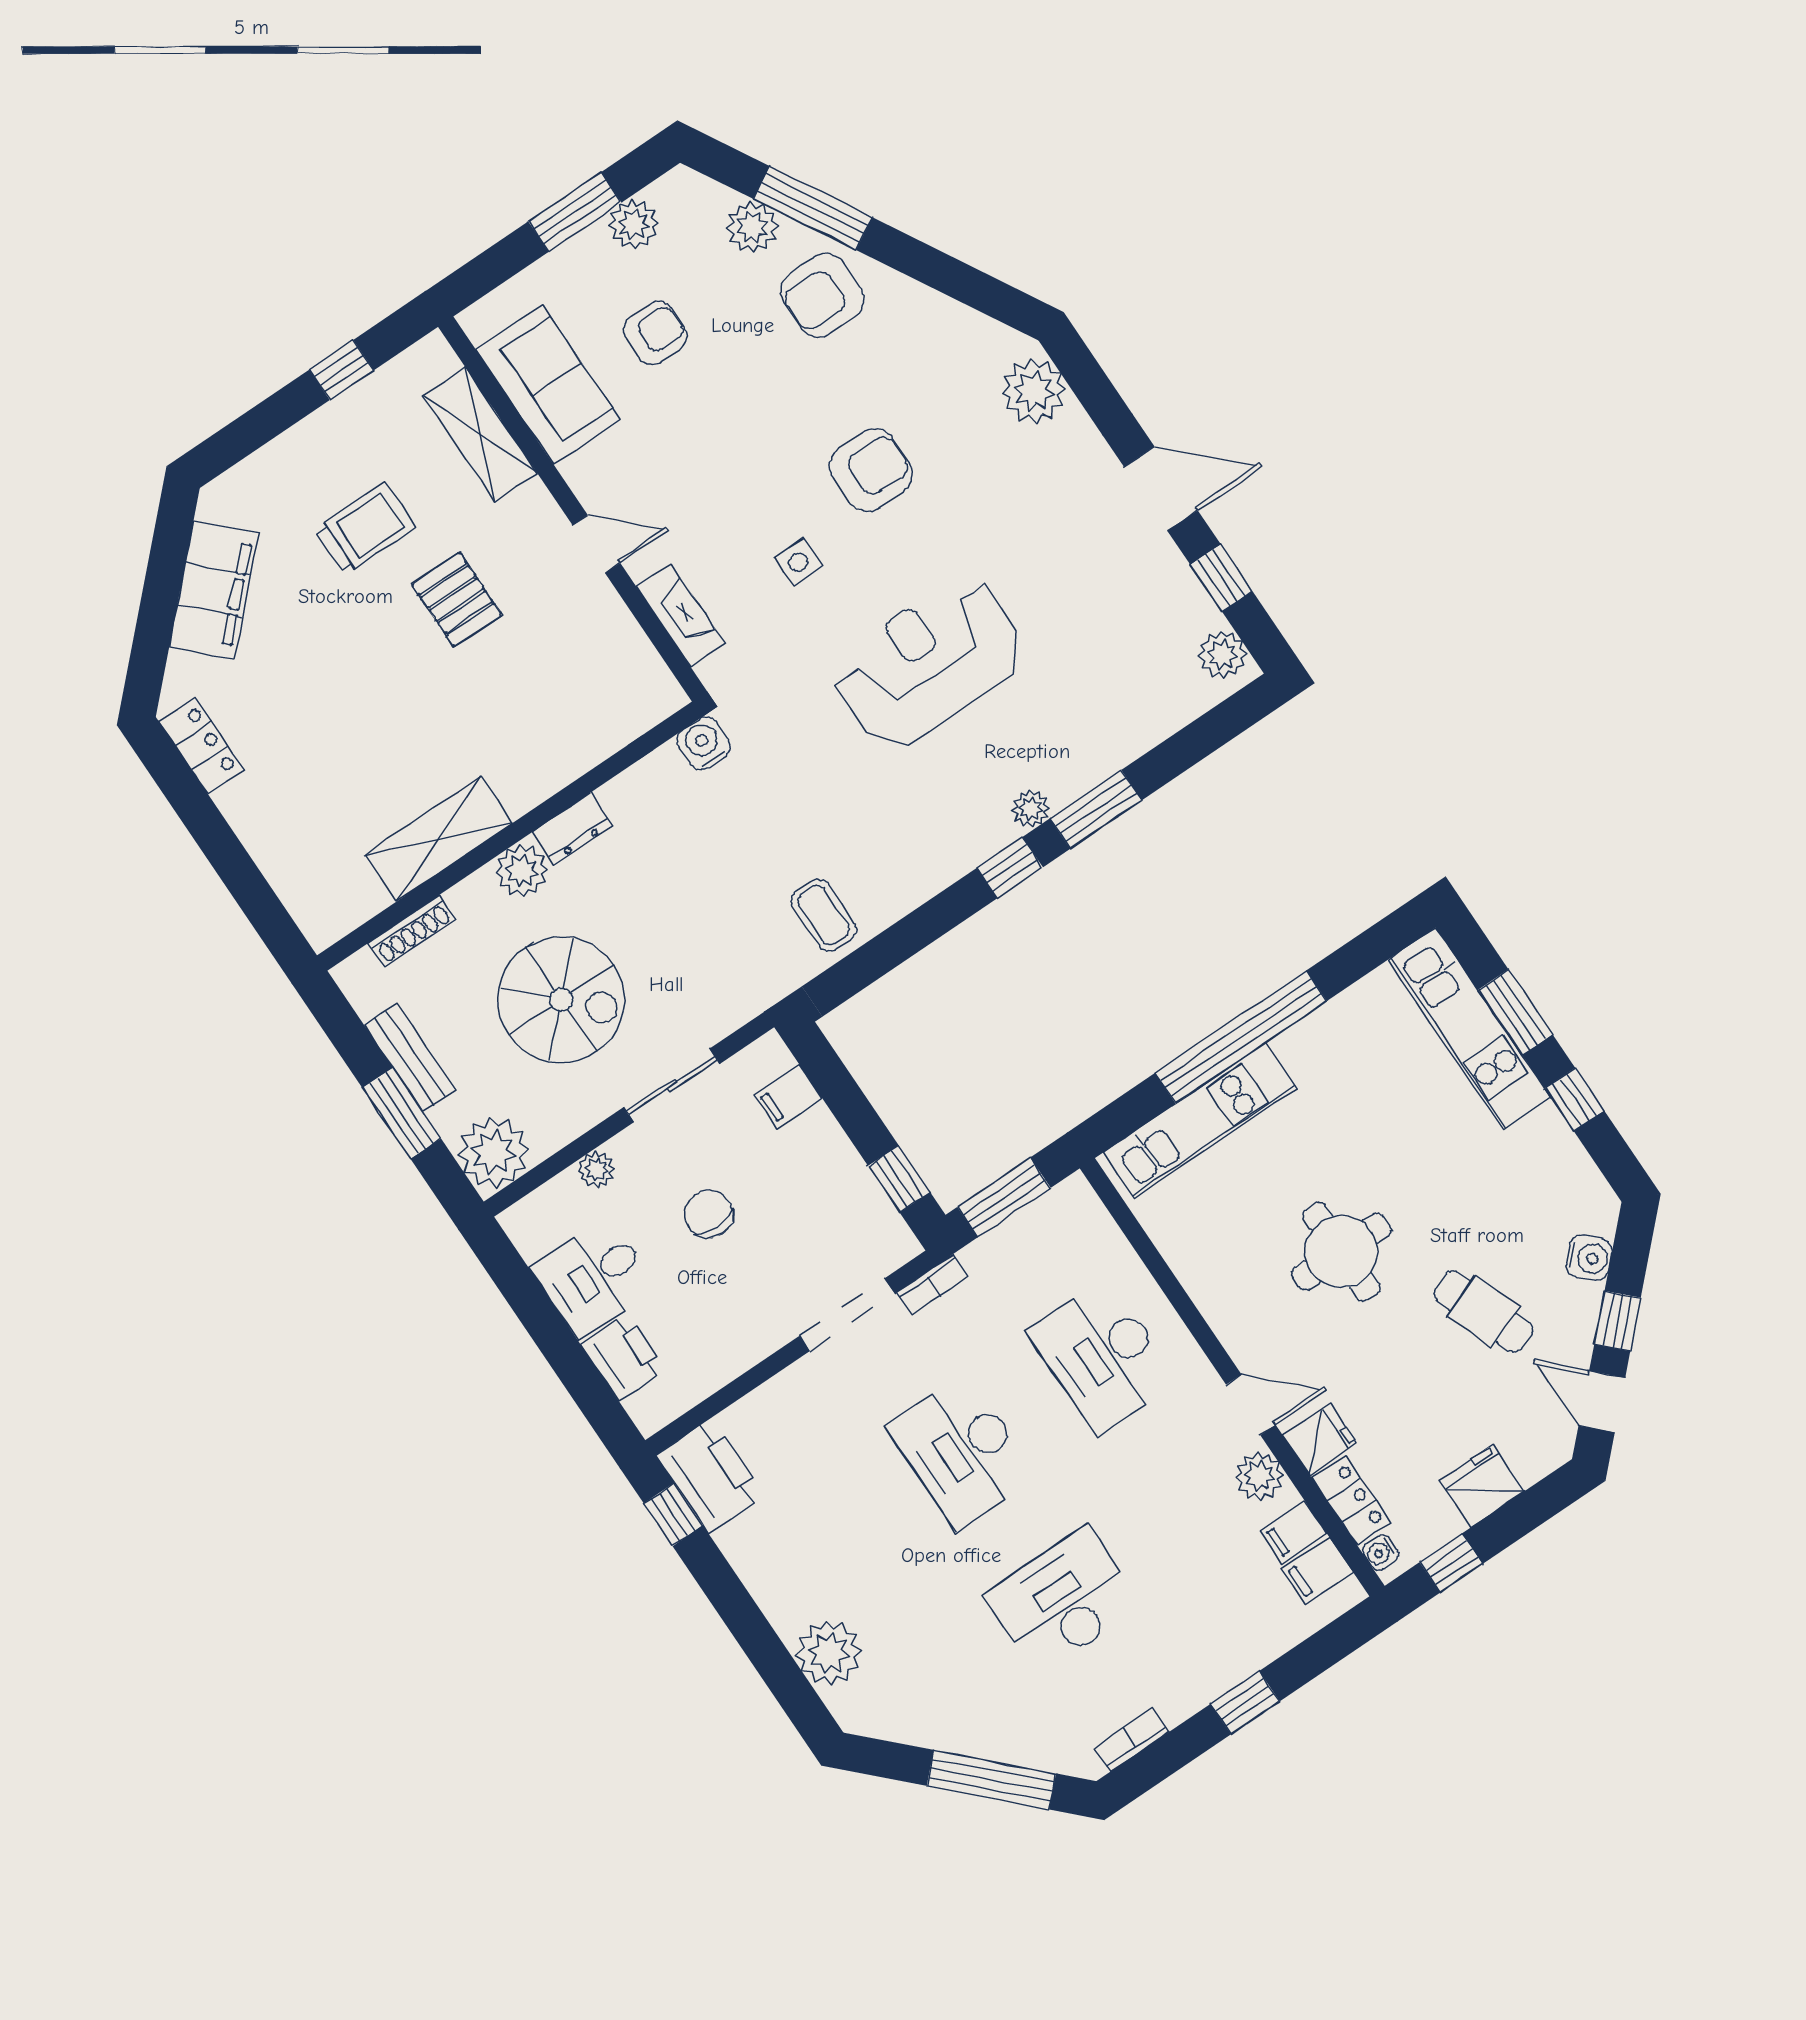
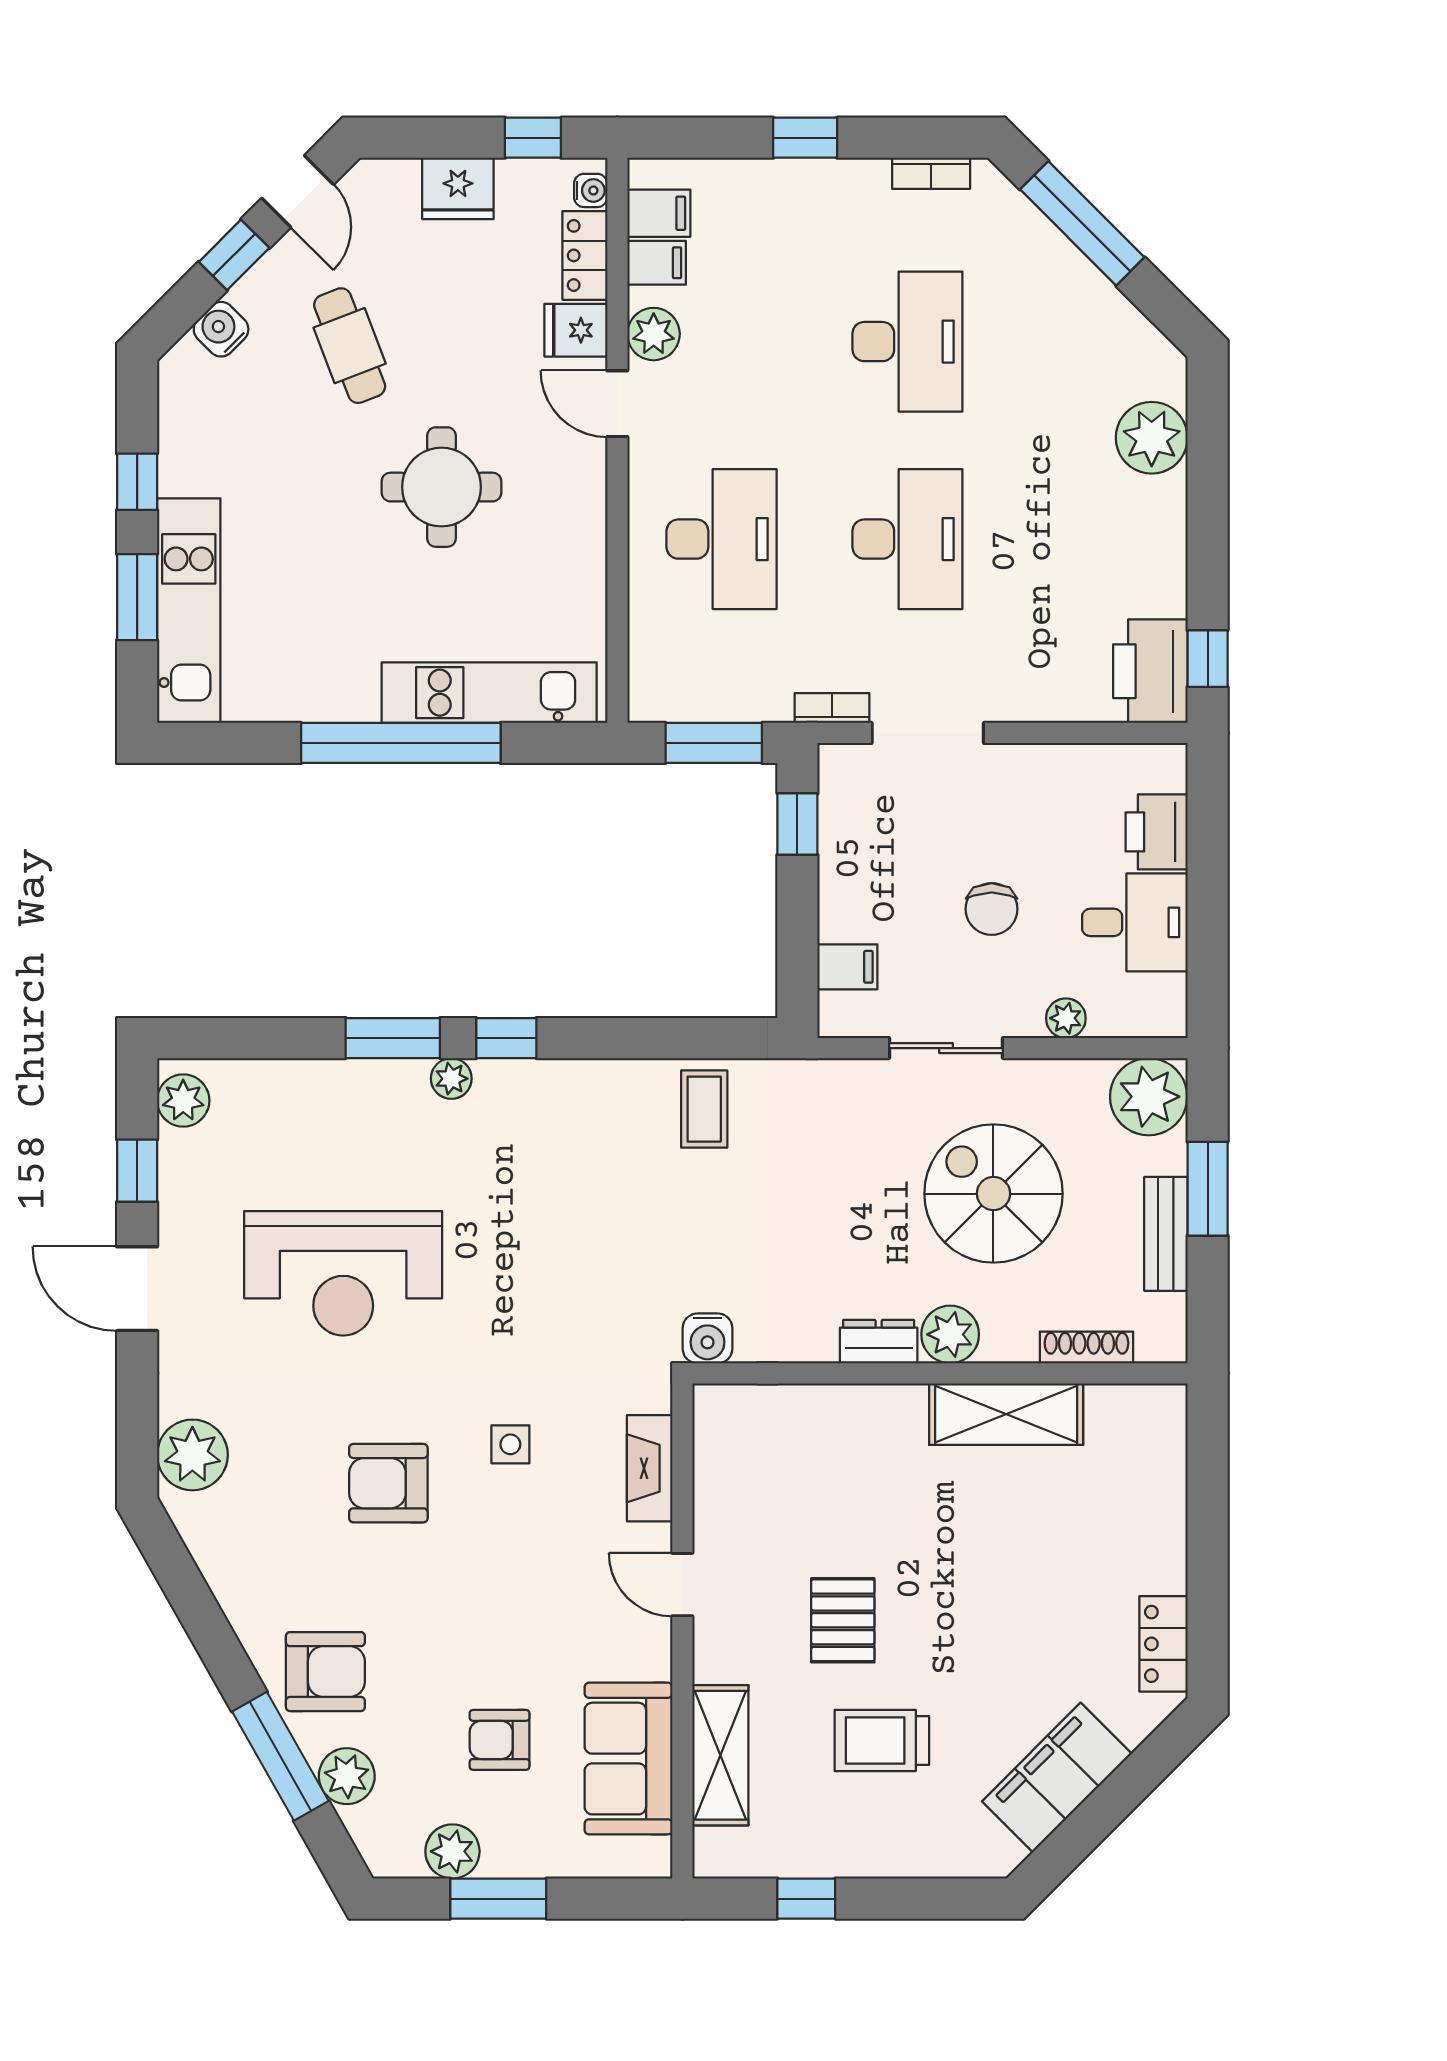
reception desk: (929, 663) -> (343, 1273), moved
desk: (1063, 1601) -> (907, 342), turned -90

